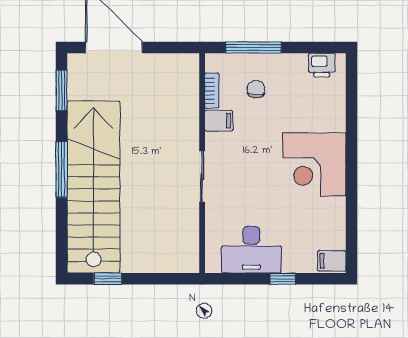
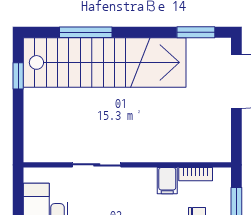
window: (62, 169) -> (86, 32), moved
sliding door: (202, 176) -> (97, 165), moved

